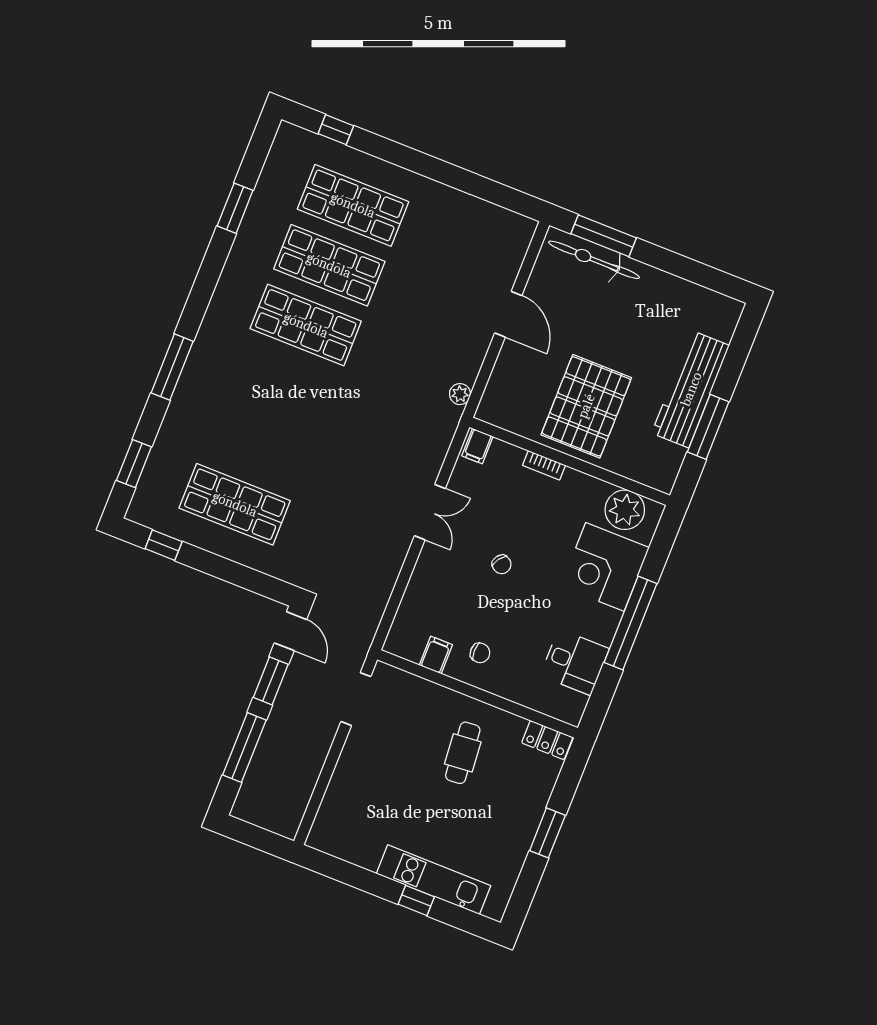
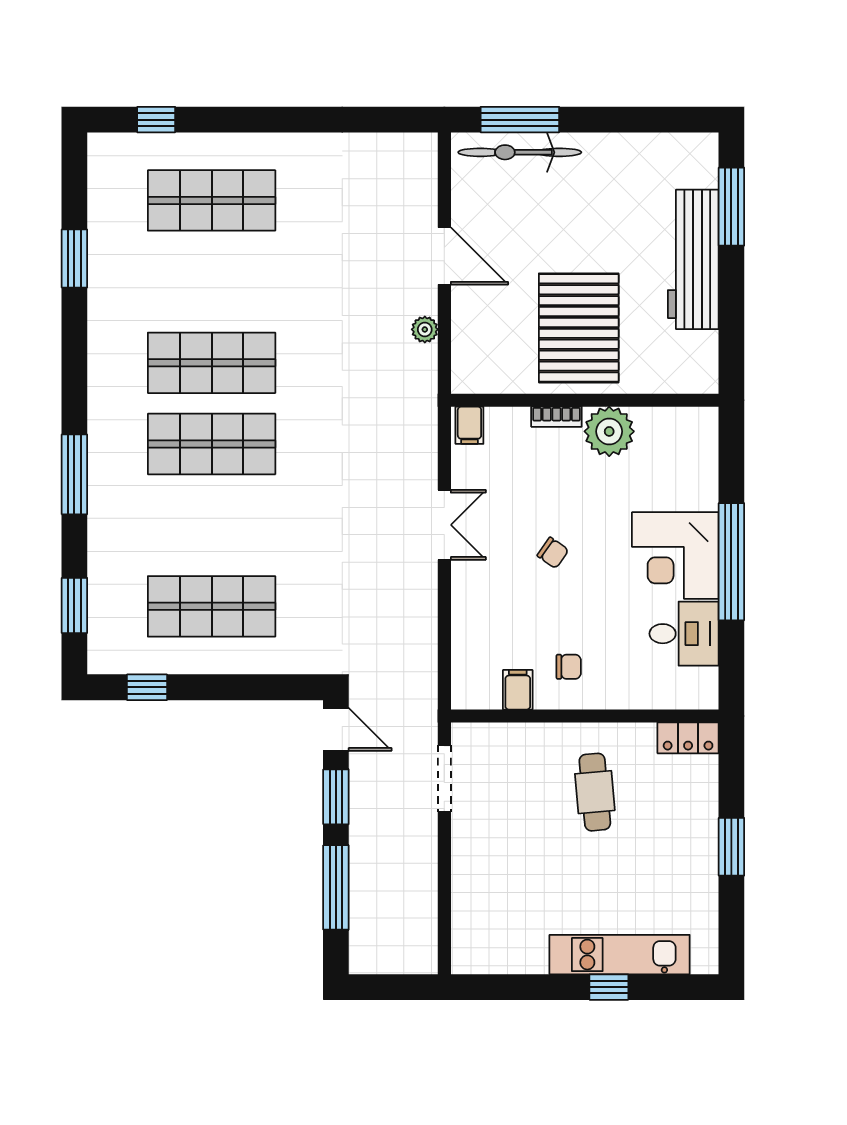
shop shelf: (329, 265) -> (212, 444), moved
plant: (460, 394) -> (425, 329), moved
window: (708, 427) -> (731, 207), moved
plant: (625, 510) -> (609, 431), moved
corner desk: (605, 567) -> (675, 556), moved

